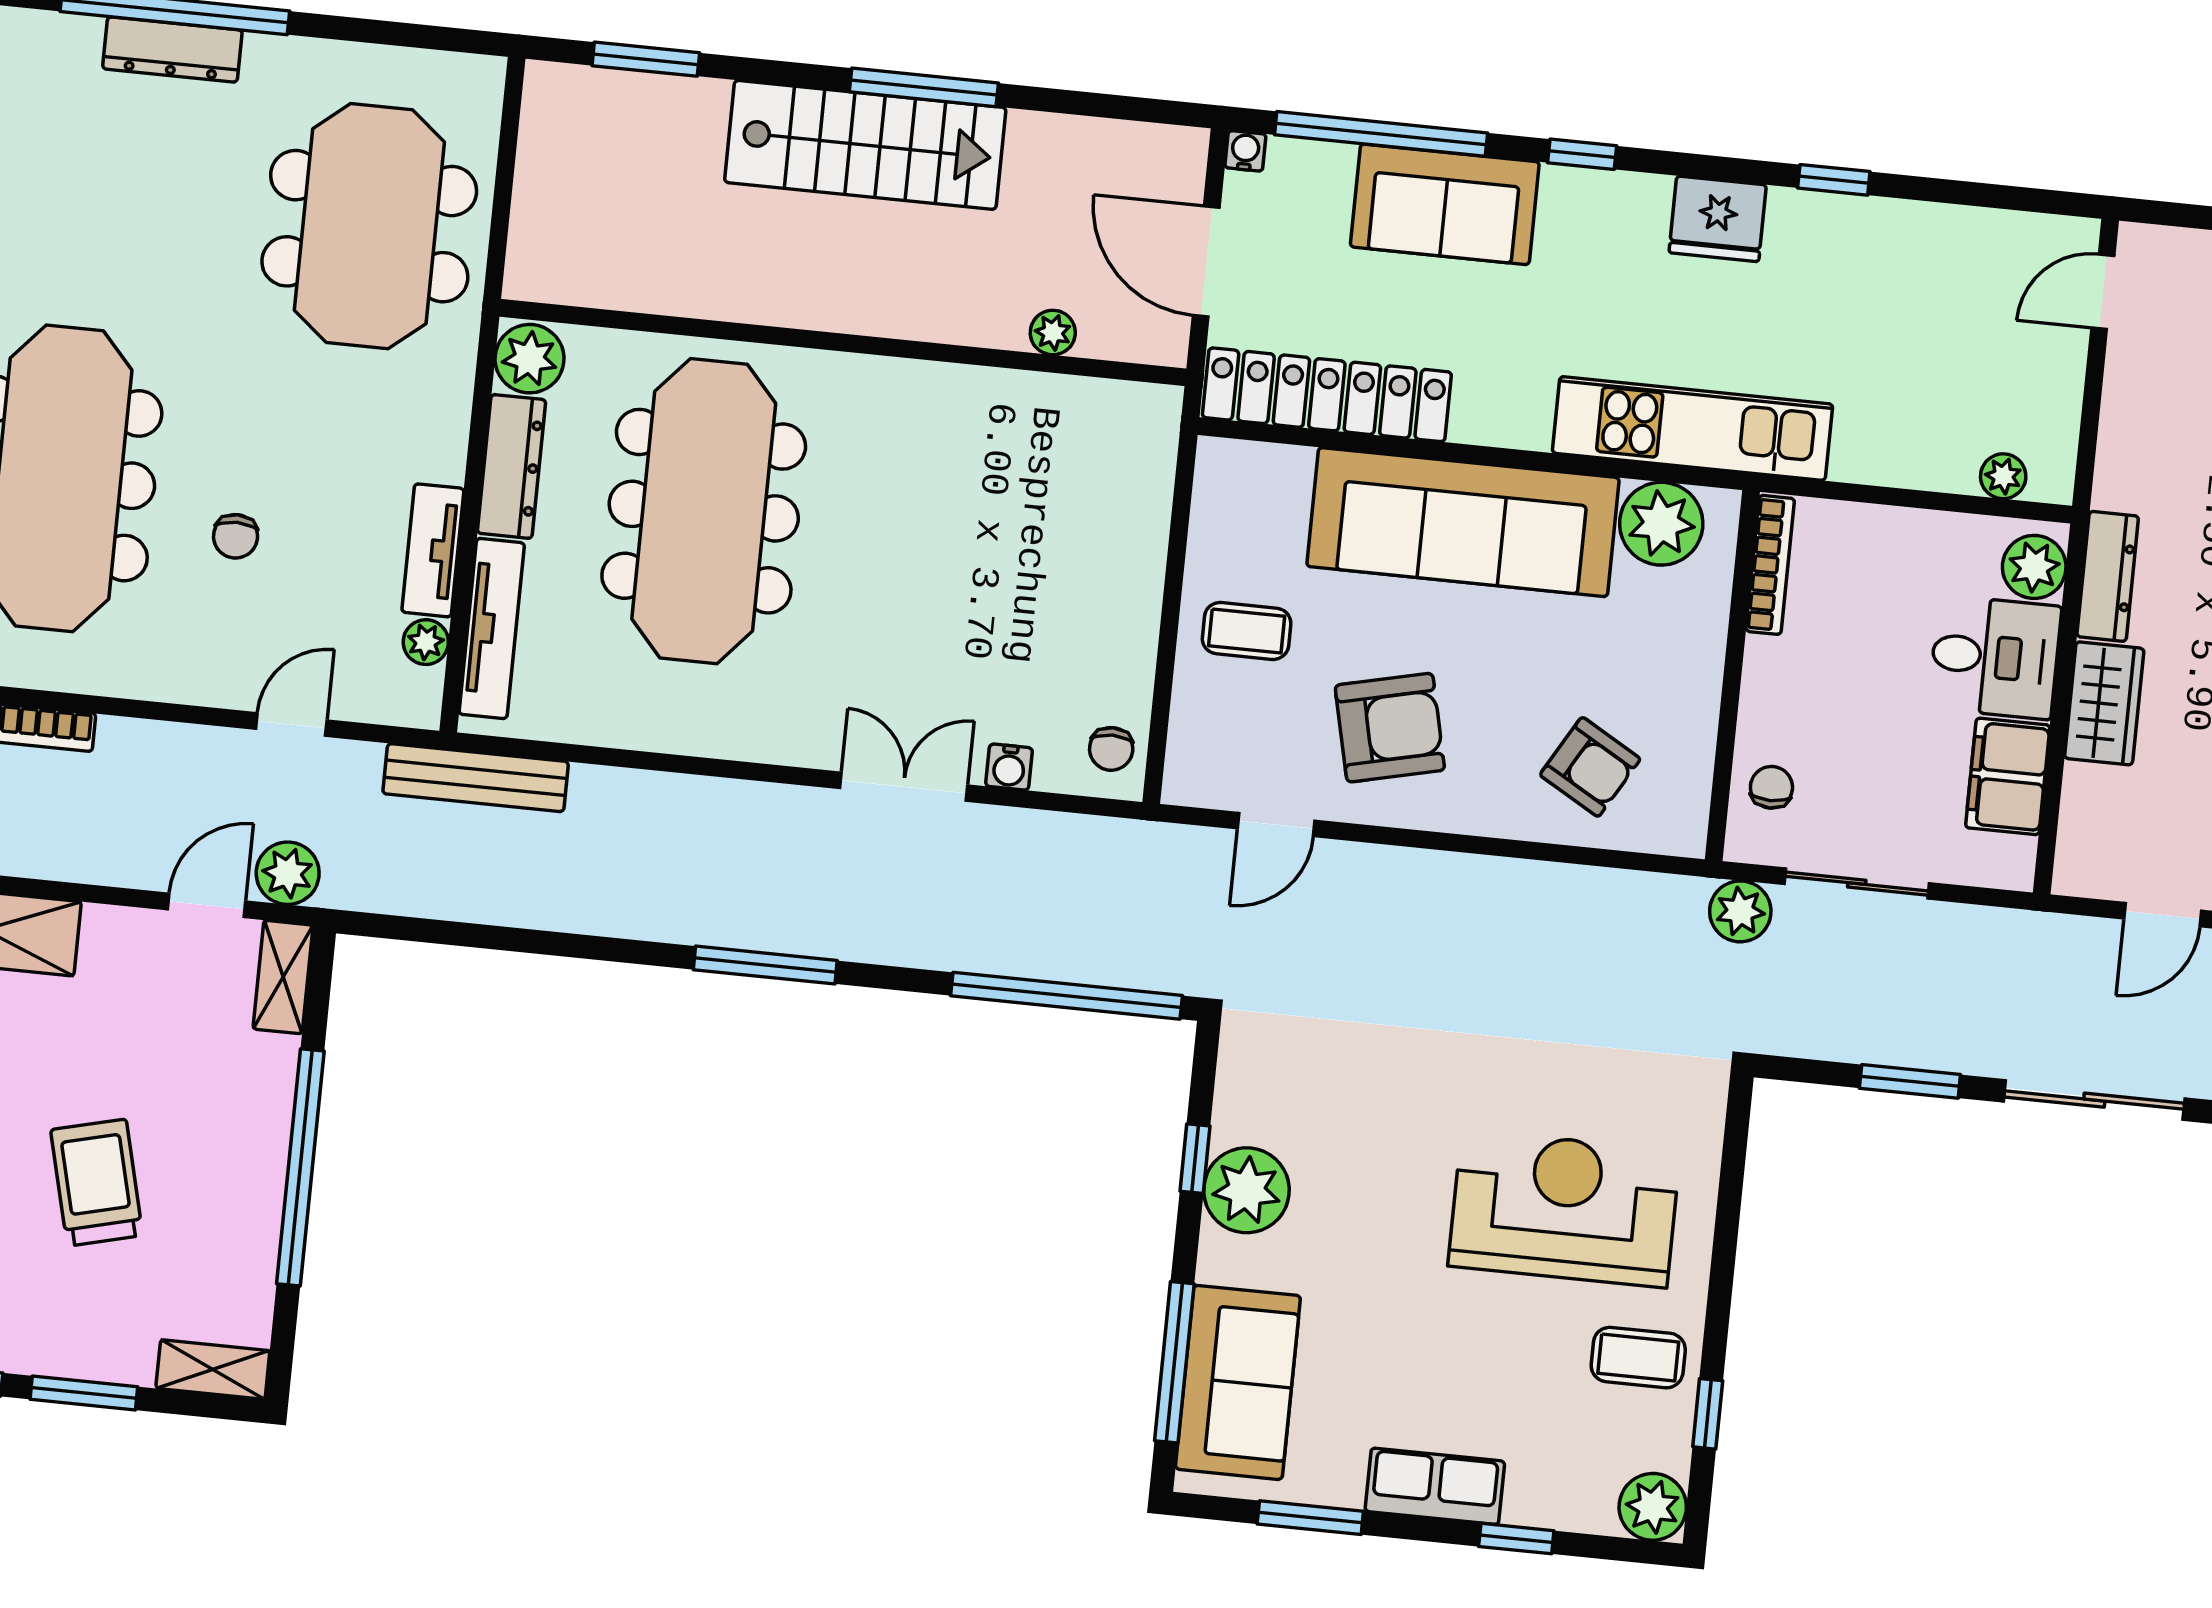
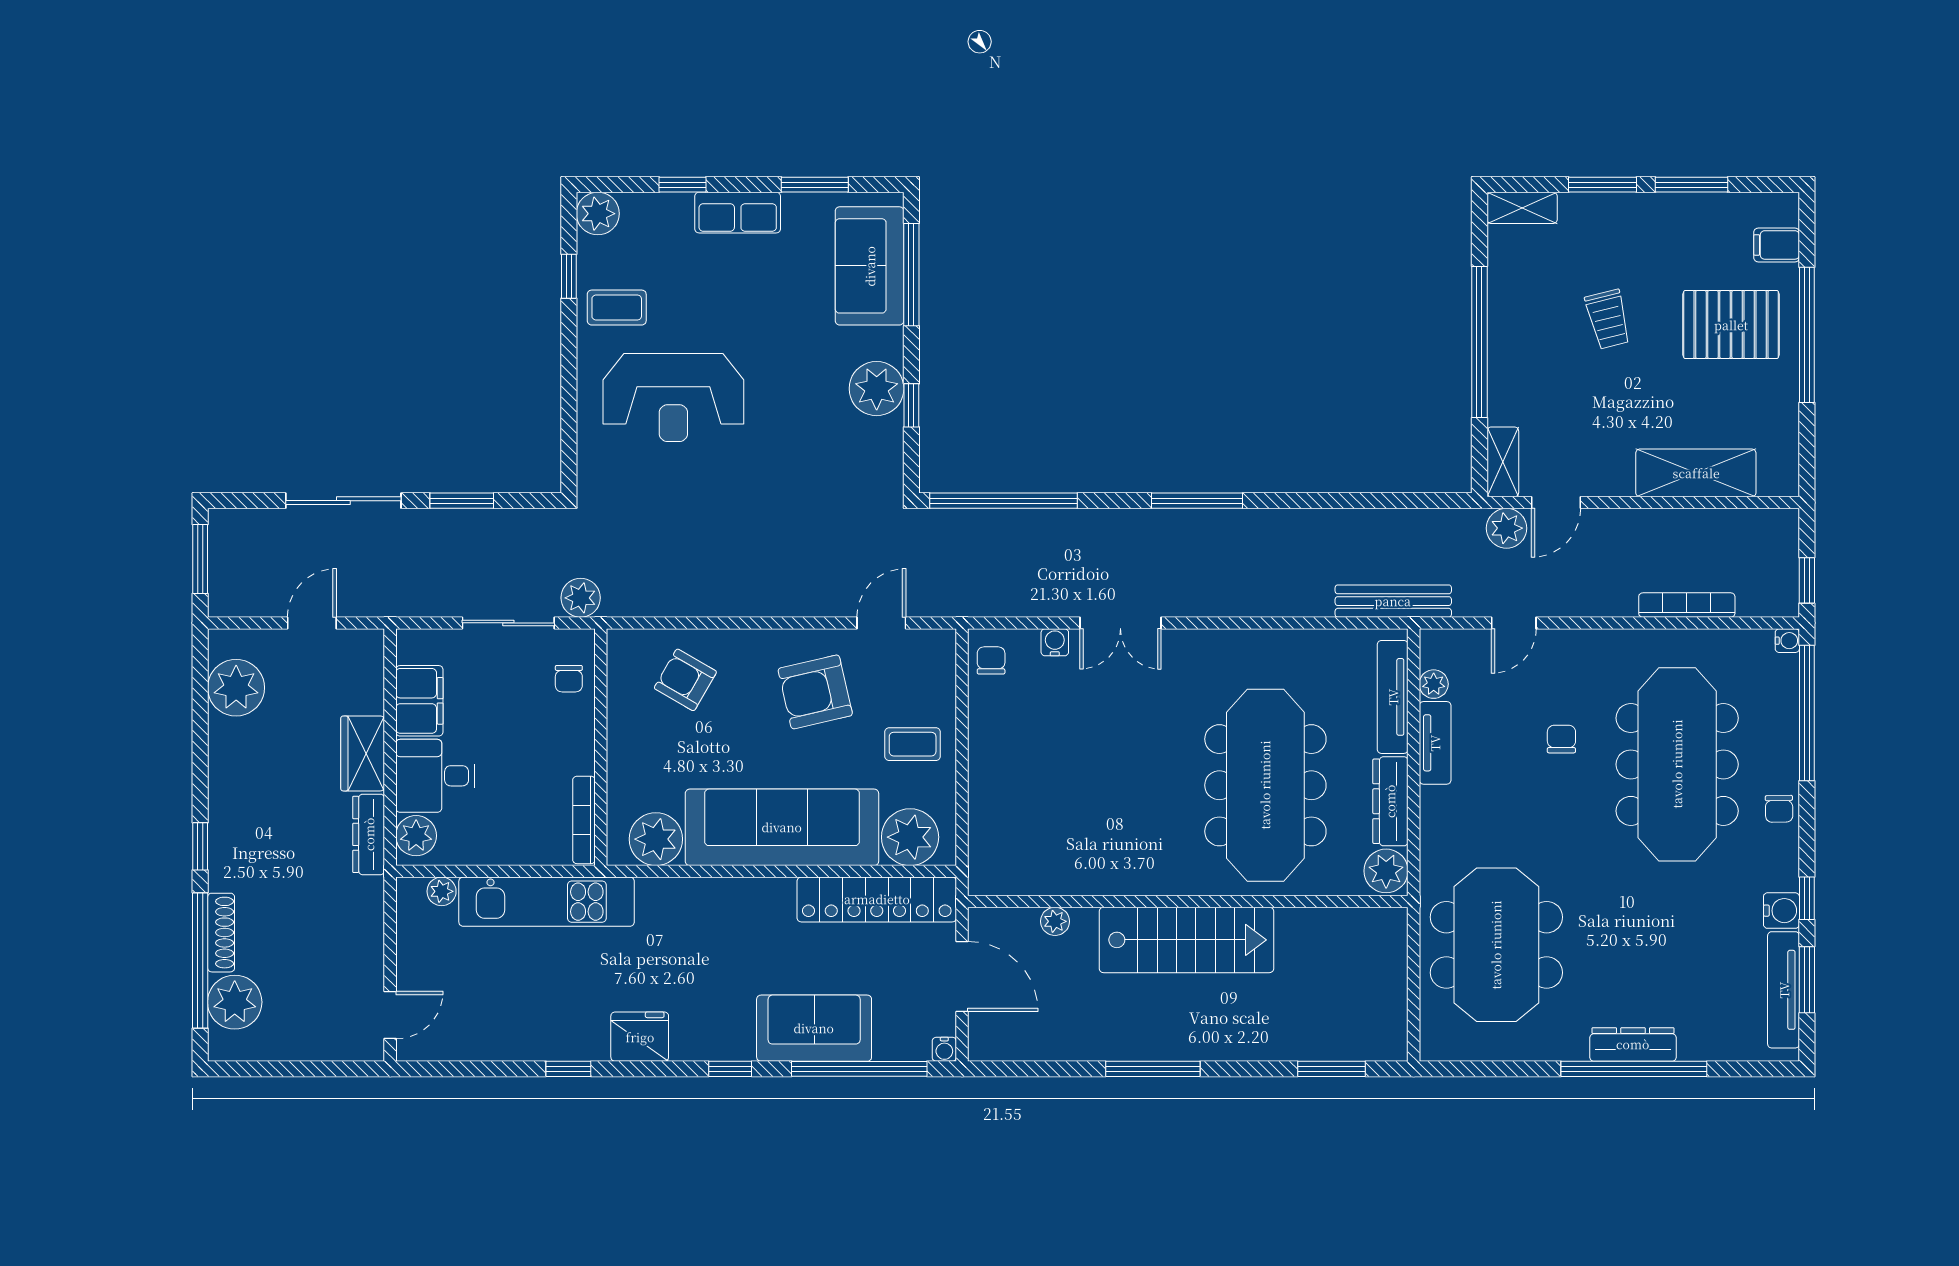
stairs: (865, 145) -> (1186, 940), moved, turned 180
kitchen unit: (1692, 429) -> (547, 902), moved
plant: (1265, 487) -> (910, 837), added
trolley: (97, 1183) -> (1608, 319), width x0.73, depth x0.72

